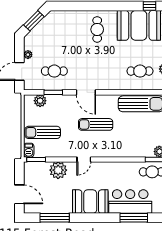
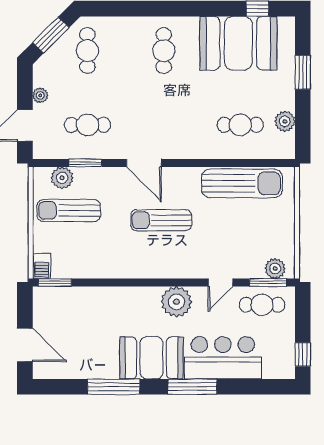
cafe table: (54, 29) -> (87, 51), added
sun lounger: (43, 132) -> (69, 210), moved
door: (84, 159) -> (220, 283), moved
plant: (58, 170) -> (176, 302), moved
window: (55, 218) -> (114, 387), moved
window: (134, 218) -> (192, 387), moved

